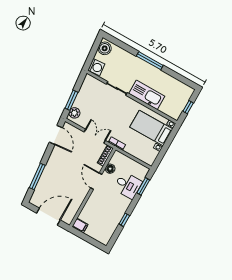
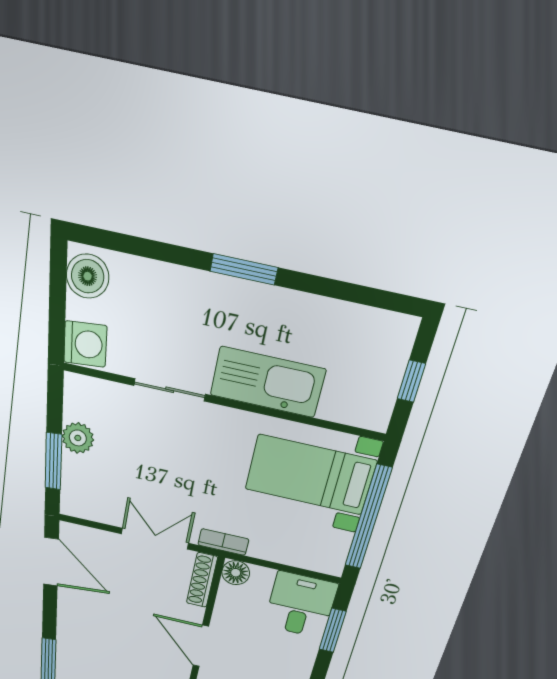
window: (150, 61) -> (244, 269), width x0.69
plant: (74, 113) -> (78, 438), moved
window: (165, 148) -> (368, 518), added
floor lamp: (110, 169) -> (236, 573), moved
desk: (128, 185) -> (301, 605), moved, turned -90

